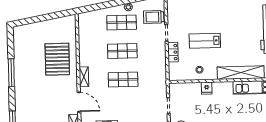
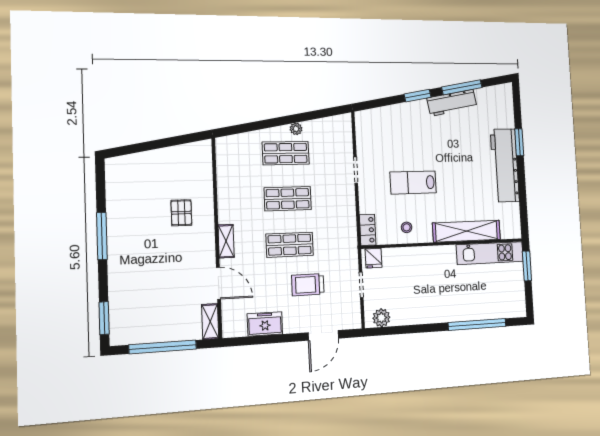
trolley: (154, 17) -> (308, 285), moved
locker: (173, 52) -> (368, 230), moved
pallet: (57, 59) -> (181, 213), width x0.49, depth x0.50
fridge: (207, 88) -> (373, 258), moved

